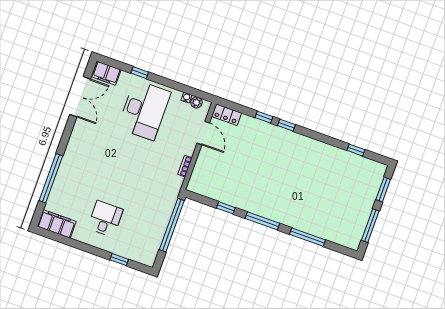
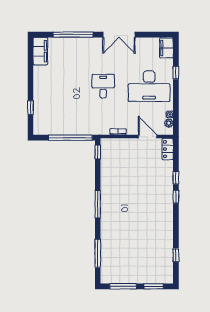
double door: (80, 97) -> (119, 35), moved
door: (203, 133) -> (148, 137), swing flipped
window: (226, 208) -> (98, 152), moved
desk: (105, 219) -> (103, 86), moved, turned -90
window: (308, 237) -> (98, 253), moved

